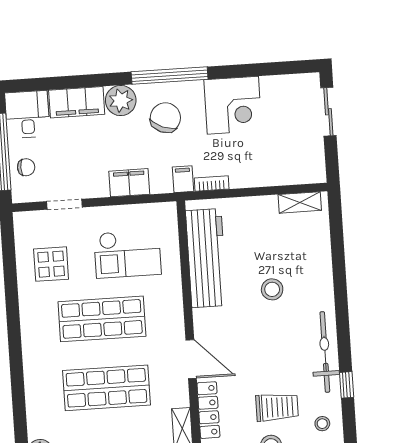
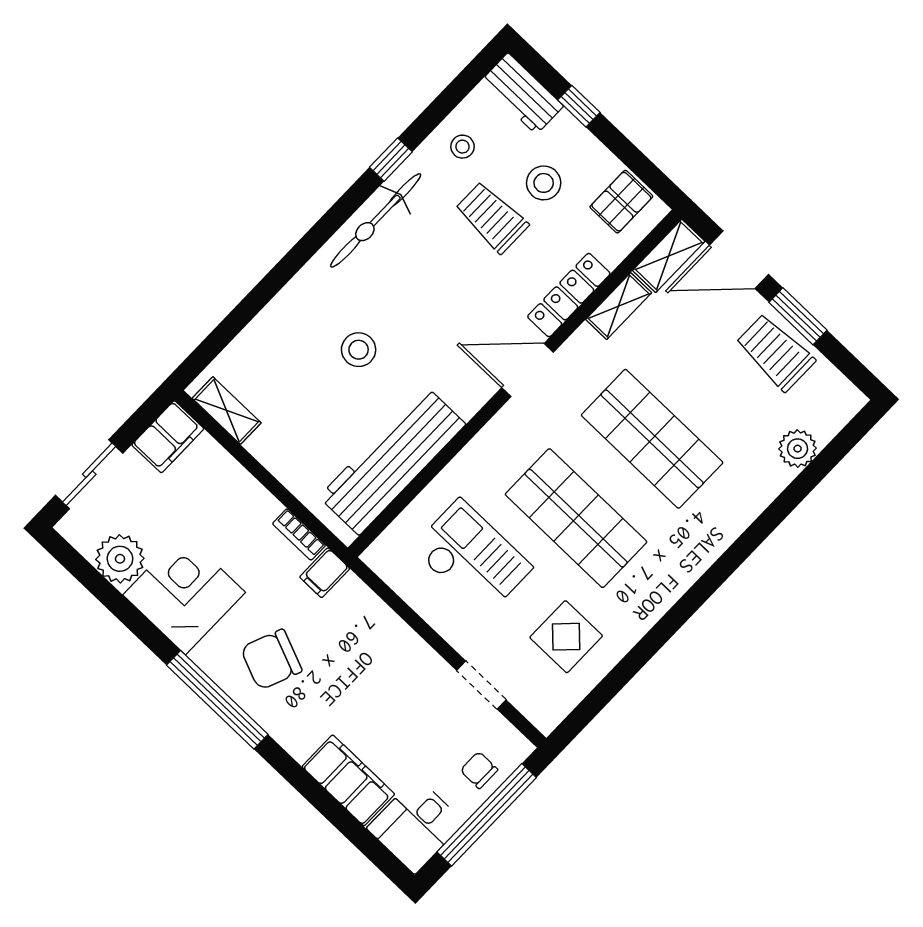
plant: (121, 100) -> (120, 559), moved
filing cabinet: (129, 183) -> (168, 437), moved, turned -90
door: (191, 359) -> (528, 370), hinge flipped

